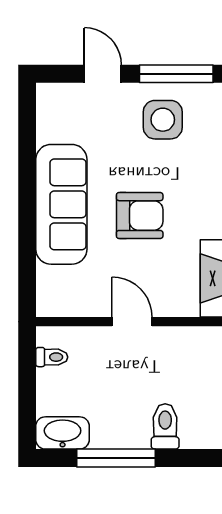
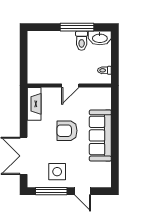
door: (132, 322) -> (70, 85), hinge flipped
toilet: (165, 426) -> (82, 41), moved

